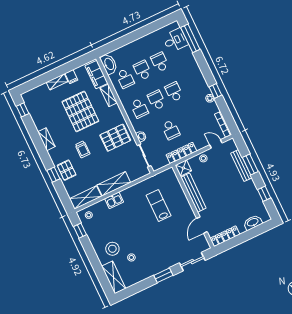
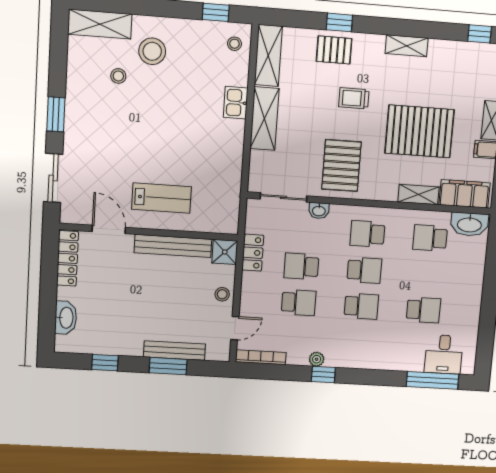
school desk: (143, 70) -> (299, 303), moved
locker: (181, 153) -> (253, 253), width x0.66
lab bench: (159, 206) -> (161, 198), moved

